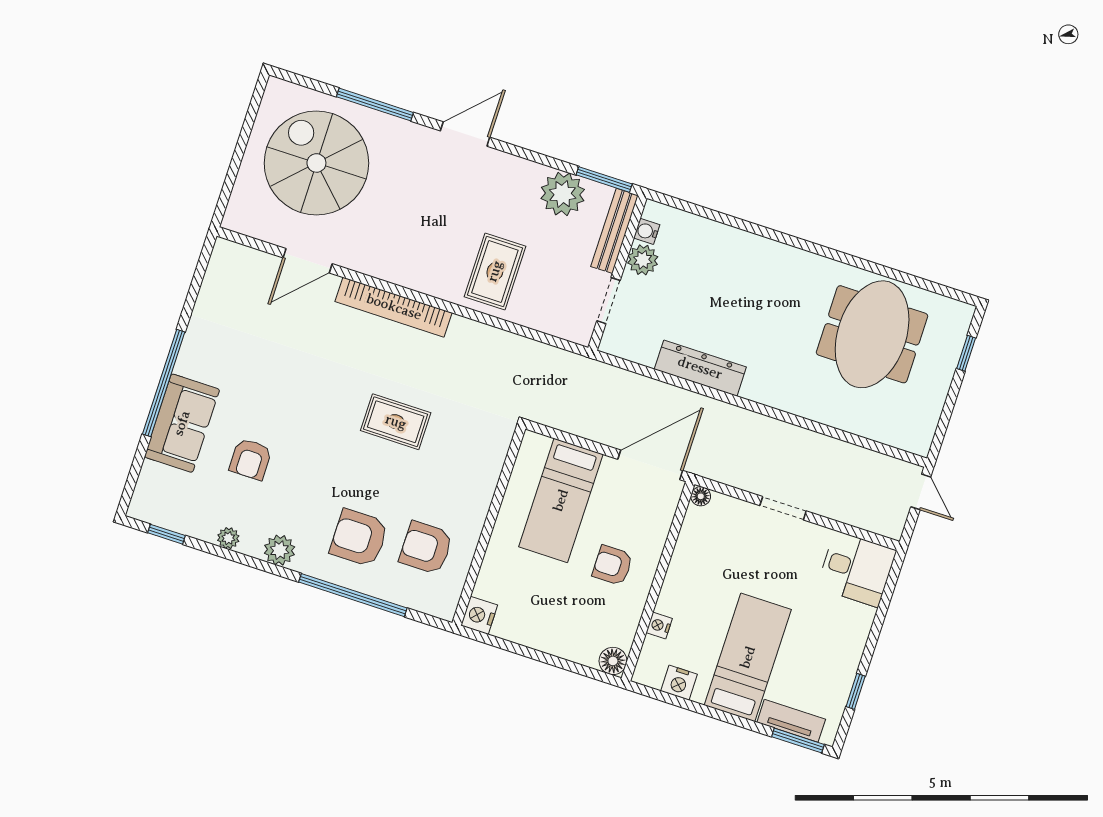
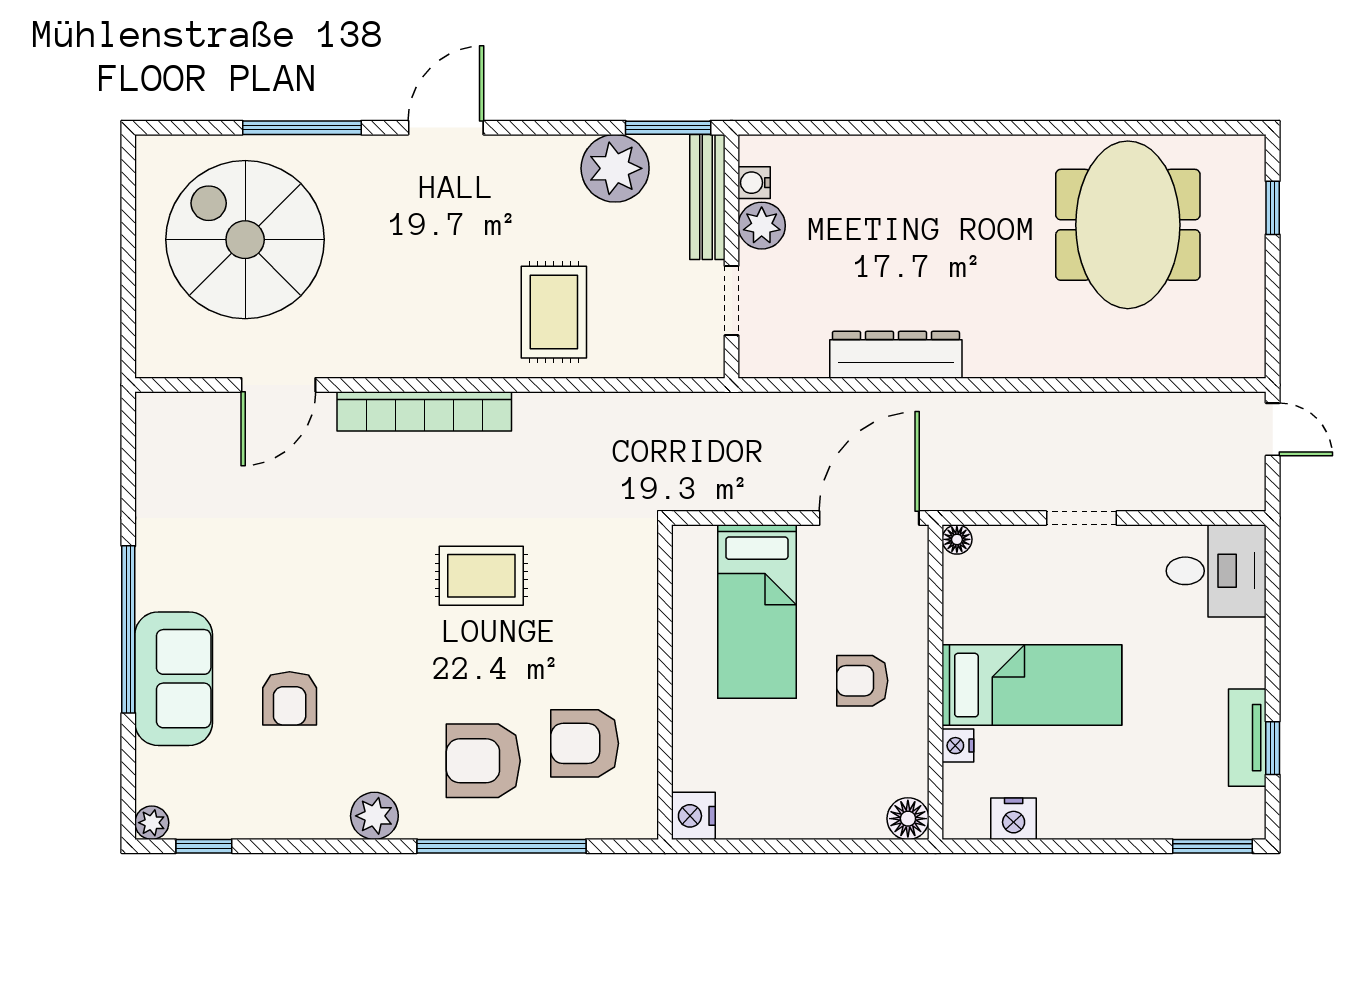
plant: (228, 538) -> (152, 823), moved
bed: (748, 657) -> (1032, 685), moved, turned 90
tv unit: (791, 721) -> (1247, 738), moved, turned -90

